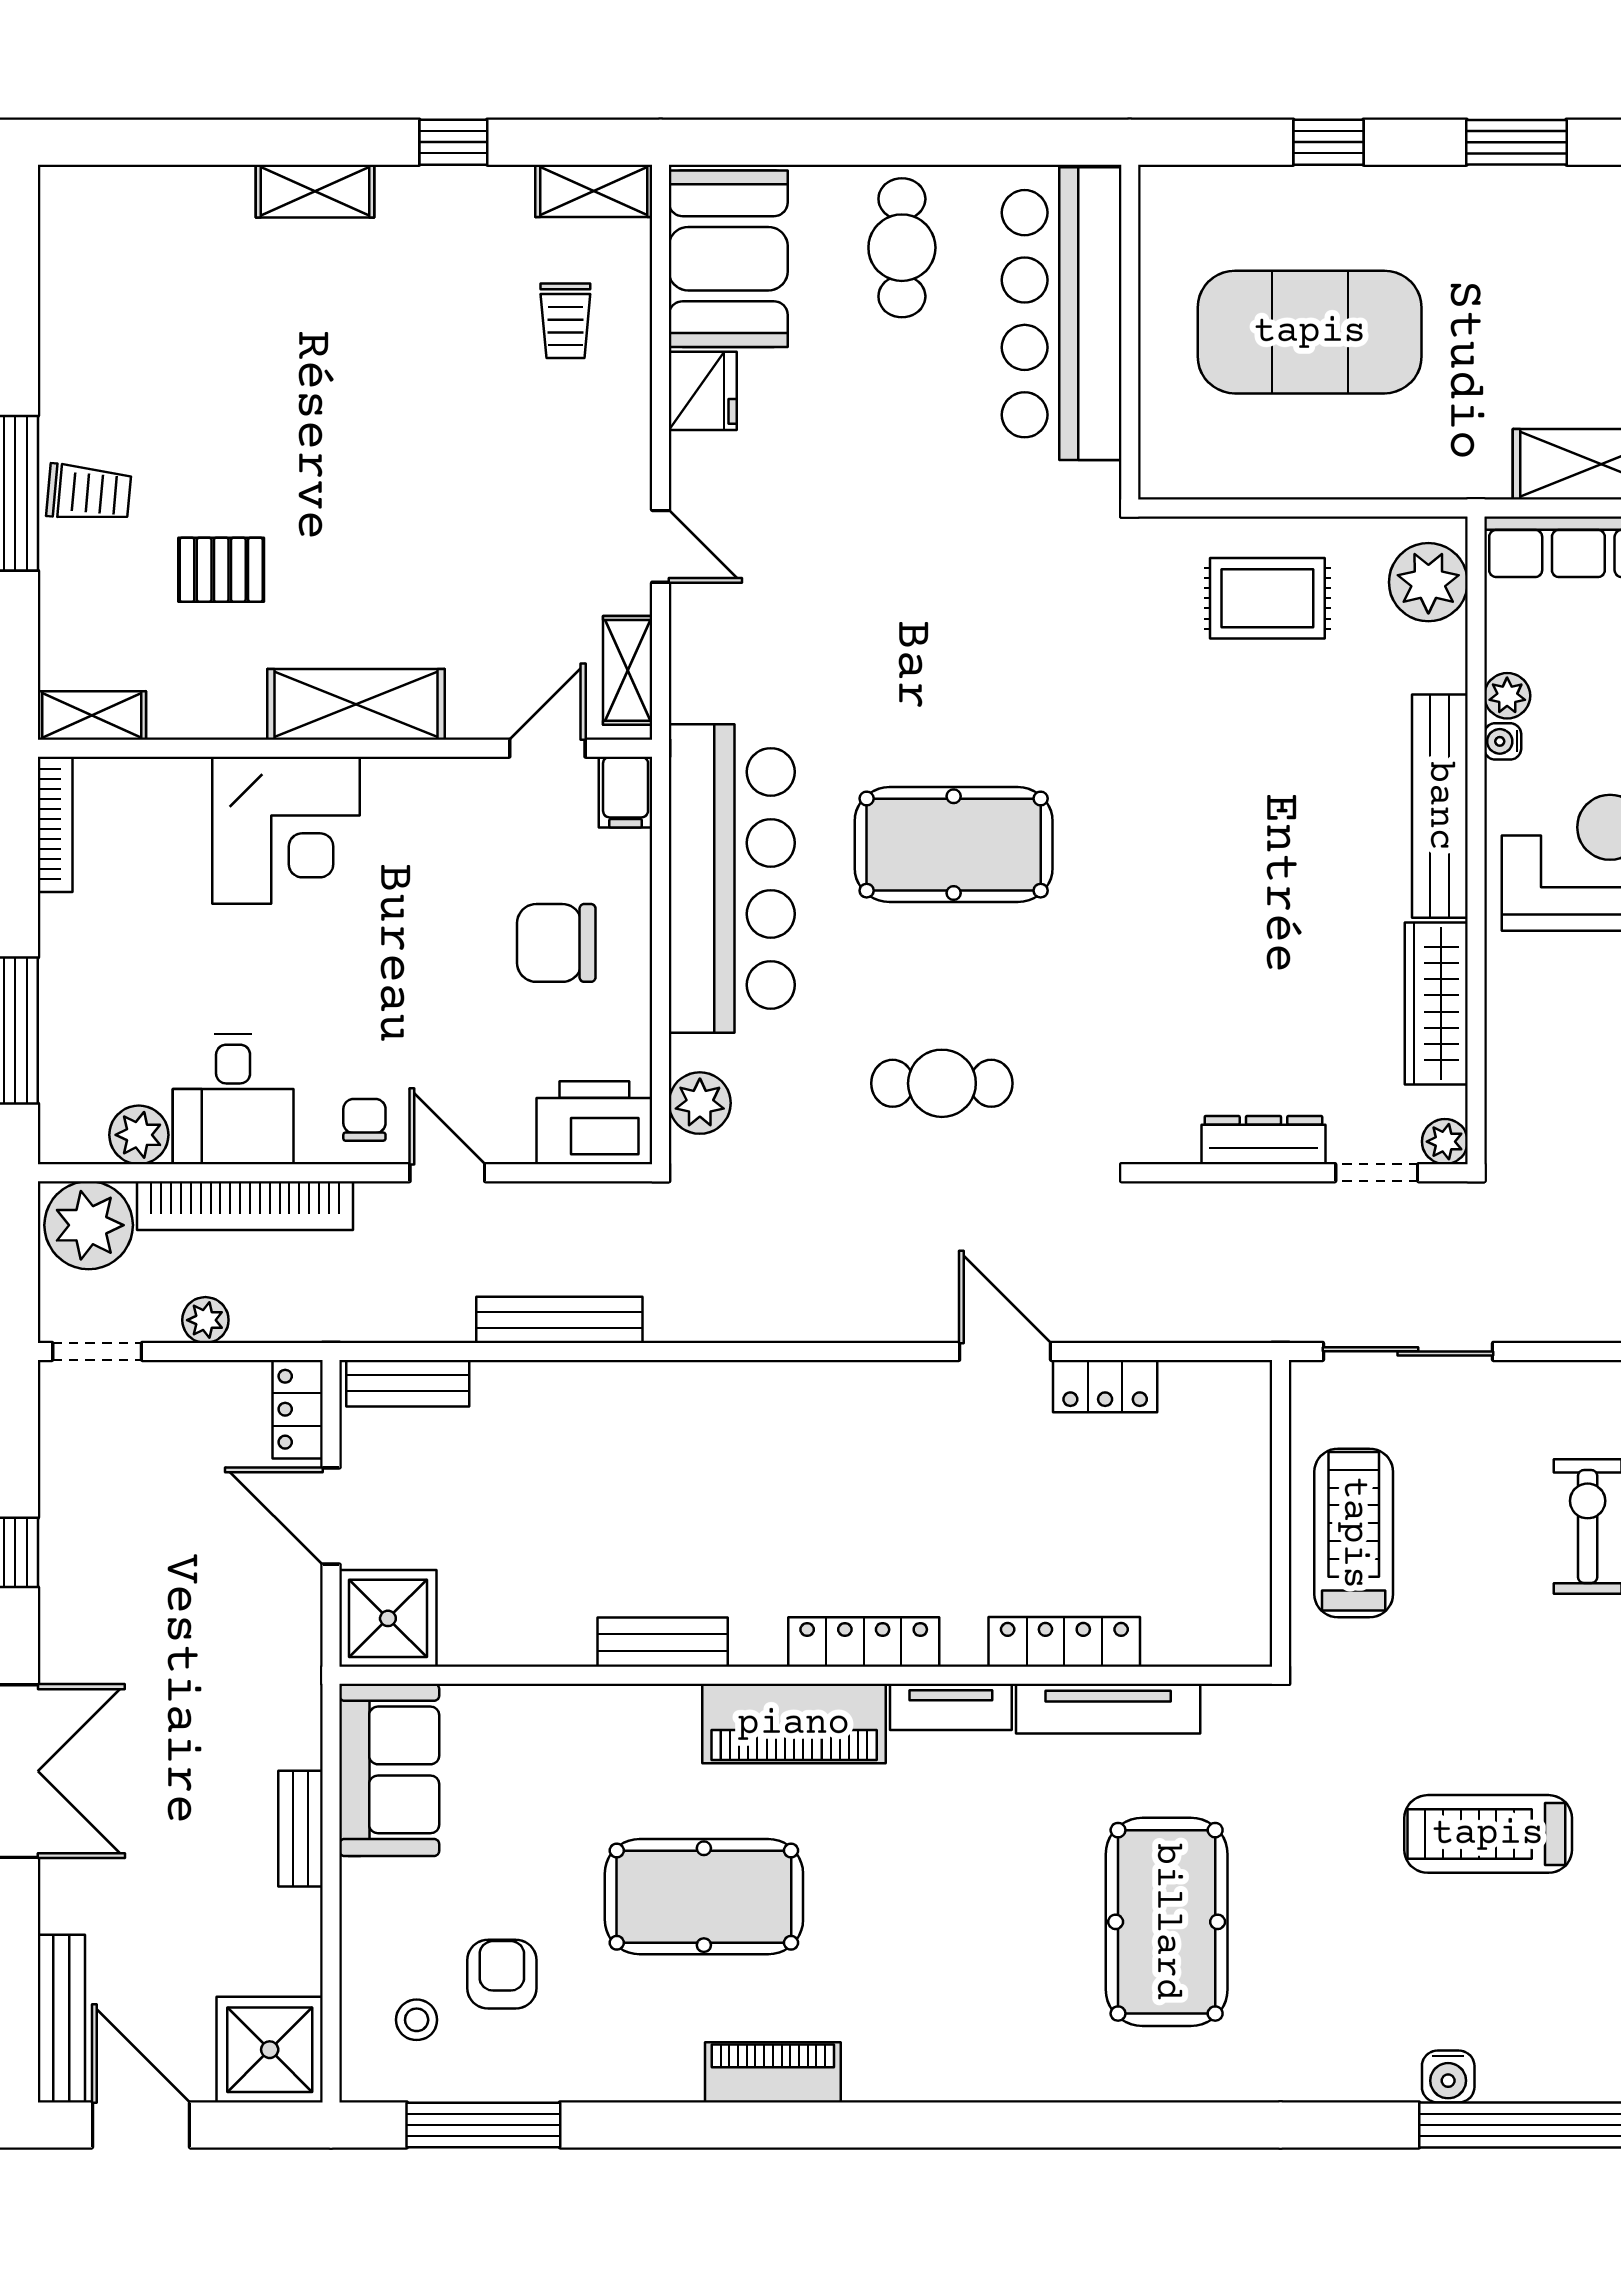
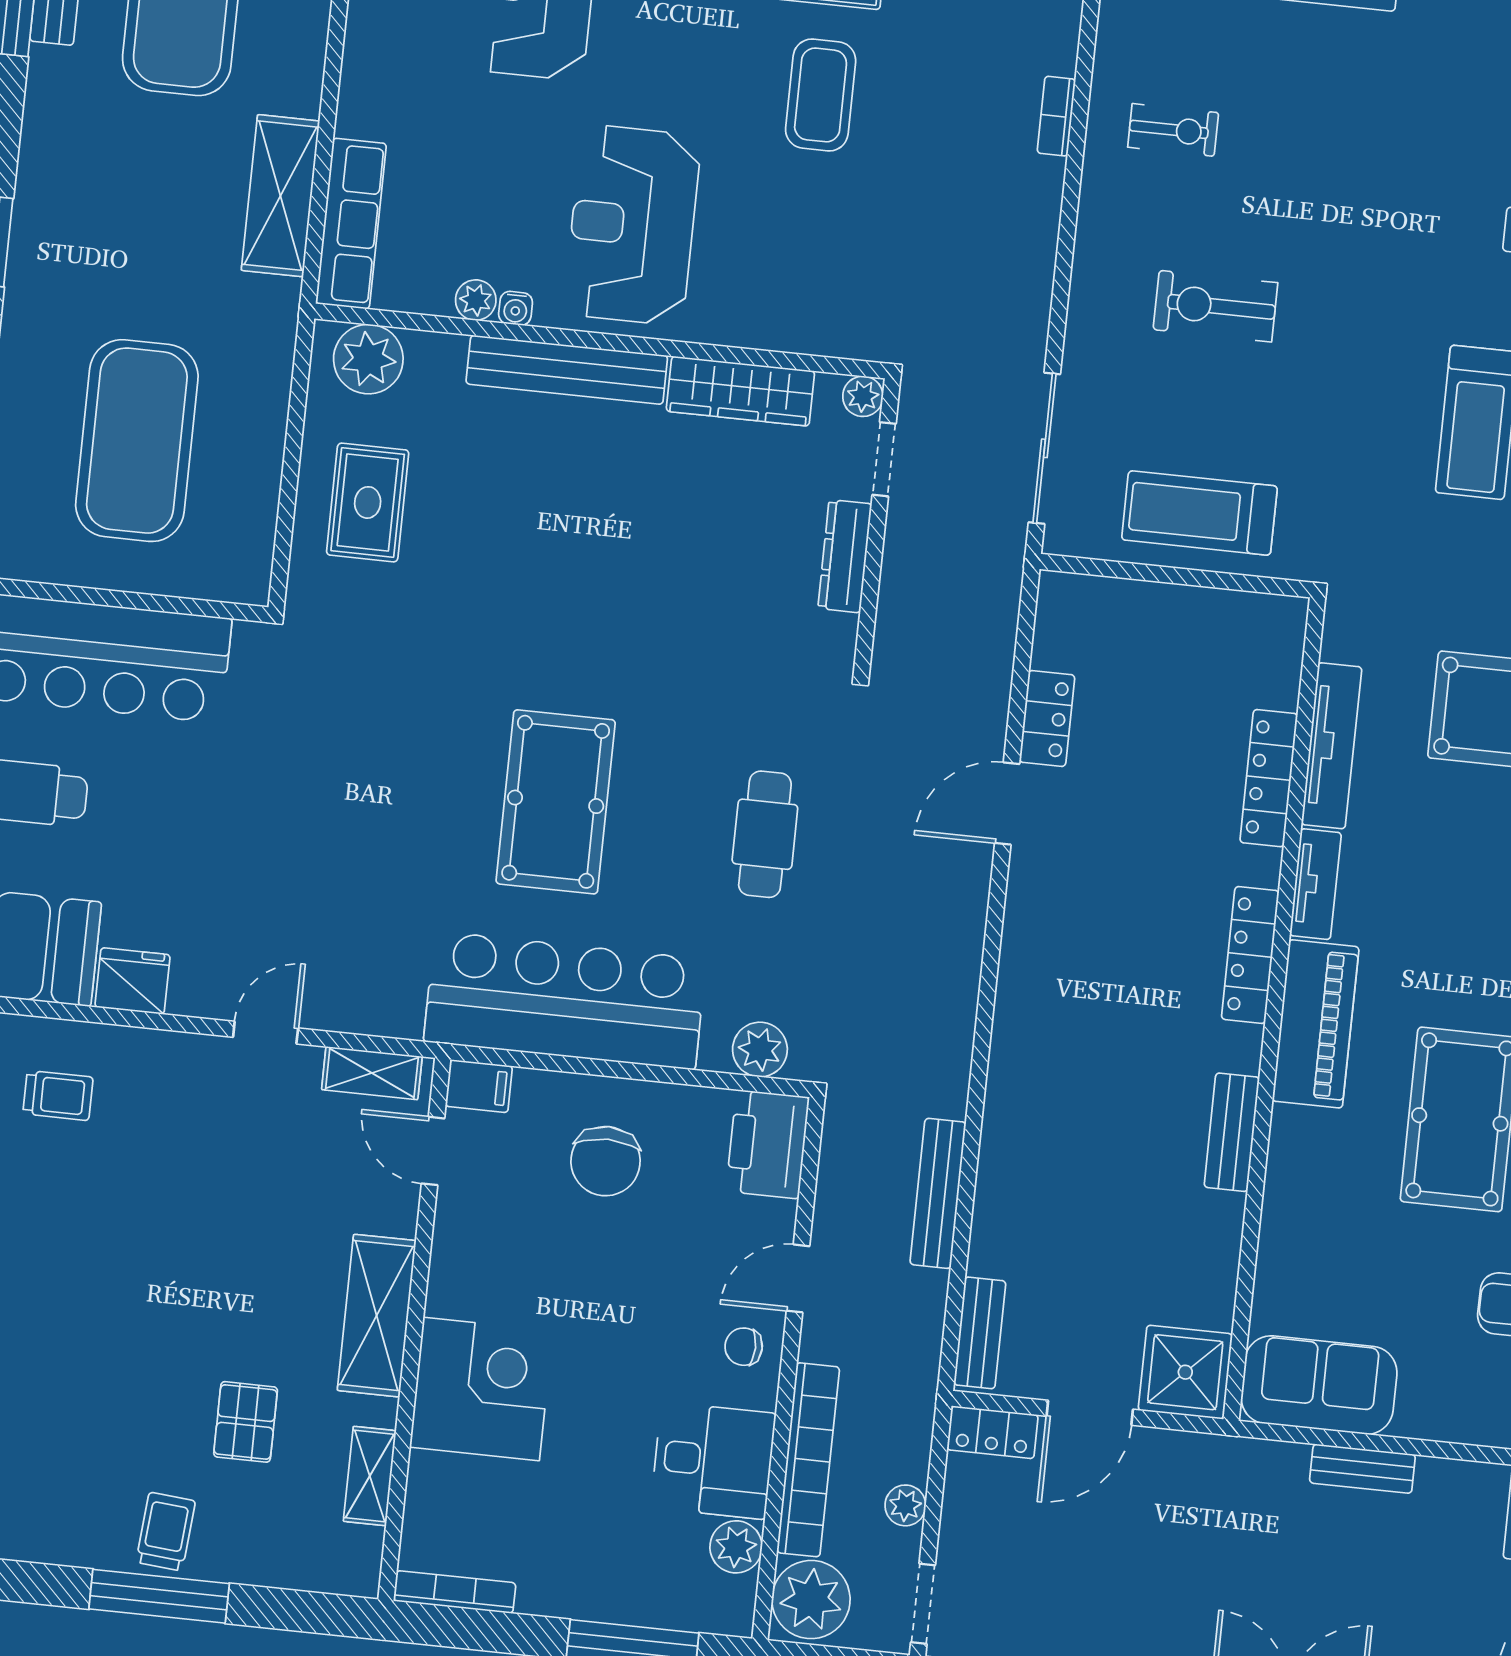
shelving: (92, 715) -> (370, 1476), moved

